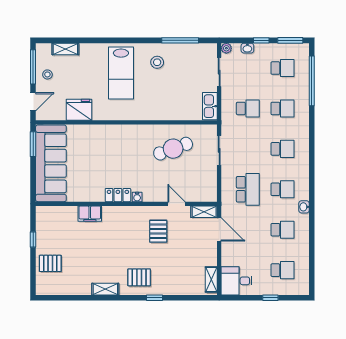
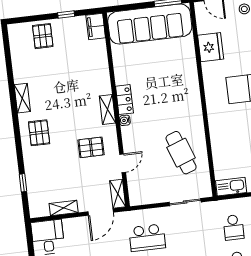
shelving: (125, 212) -> (107, 109), added
filing cabinet: (90, 214) -> (96, 26), moved
shelving: (211, 280) -> (64, 208), moved
window: (154, 298) -> (23, 183), moved

